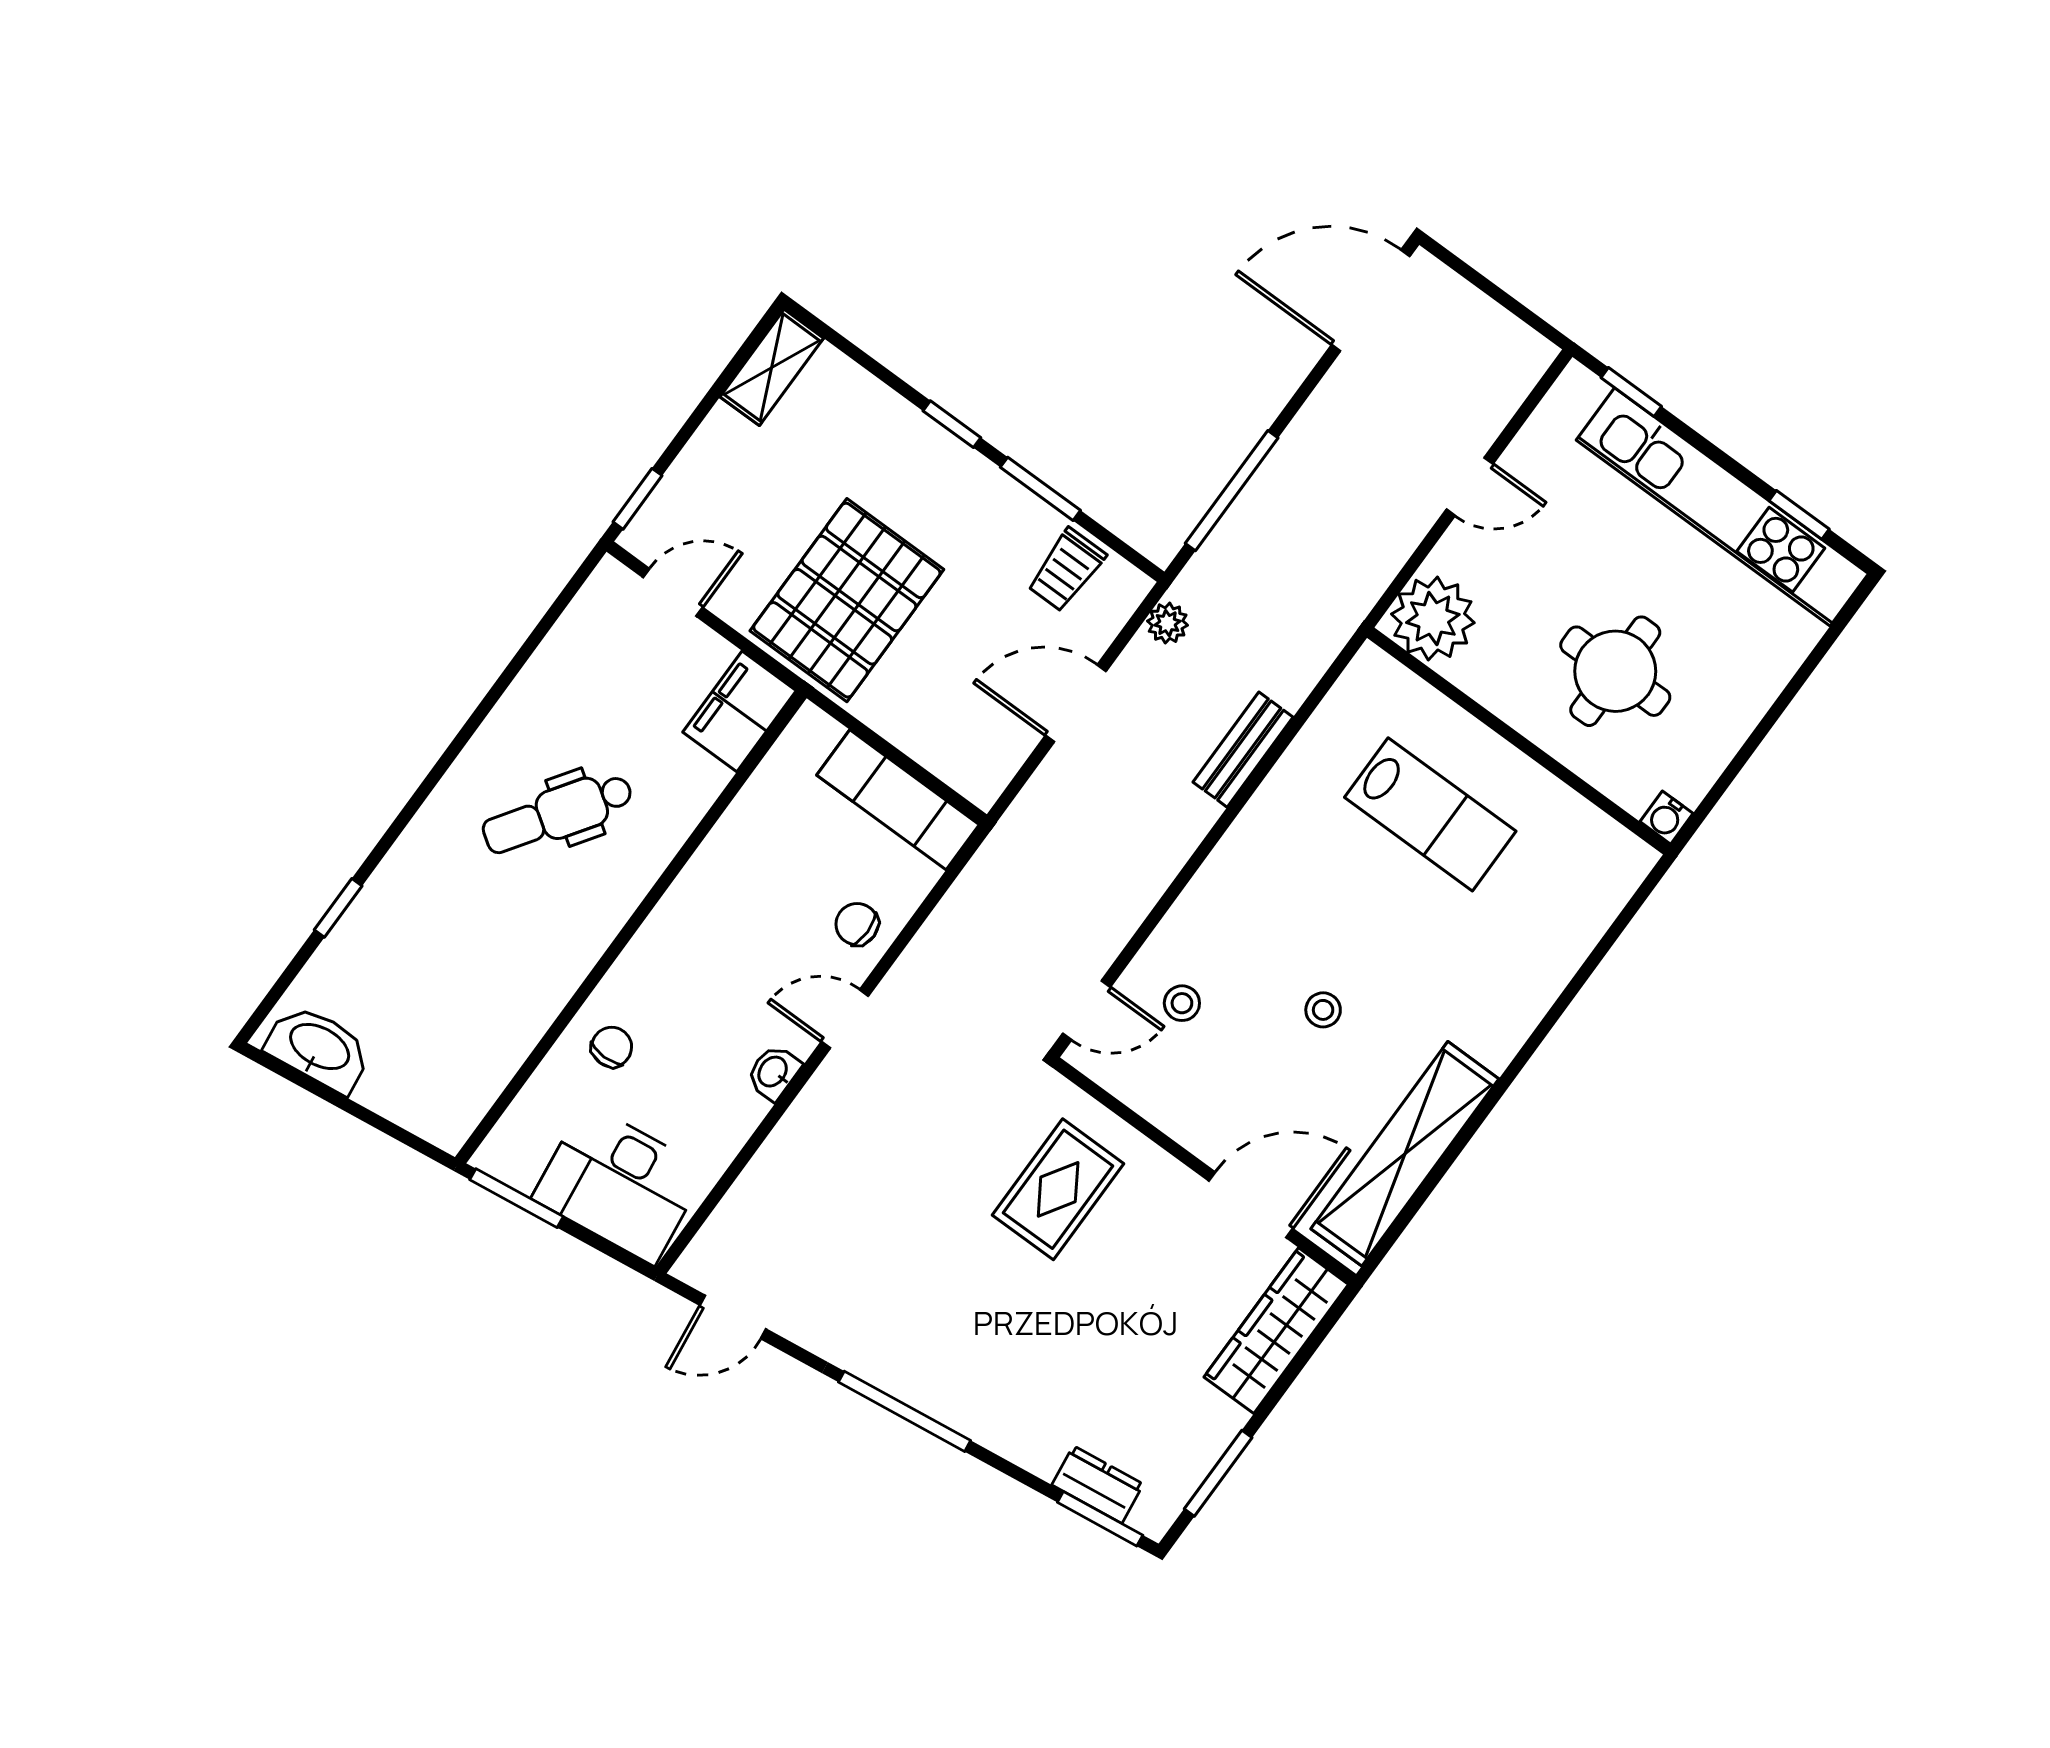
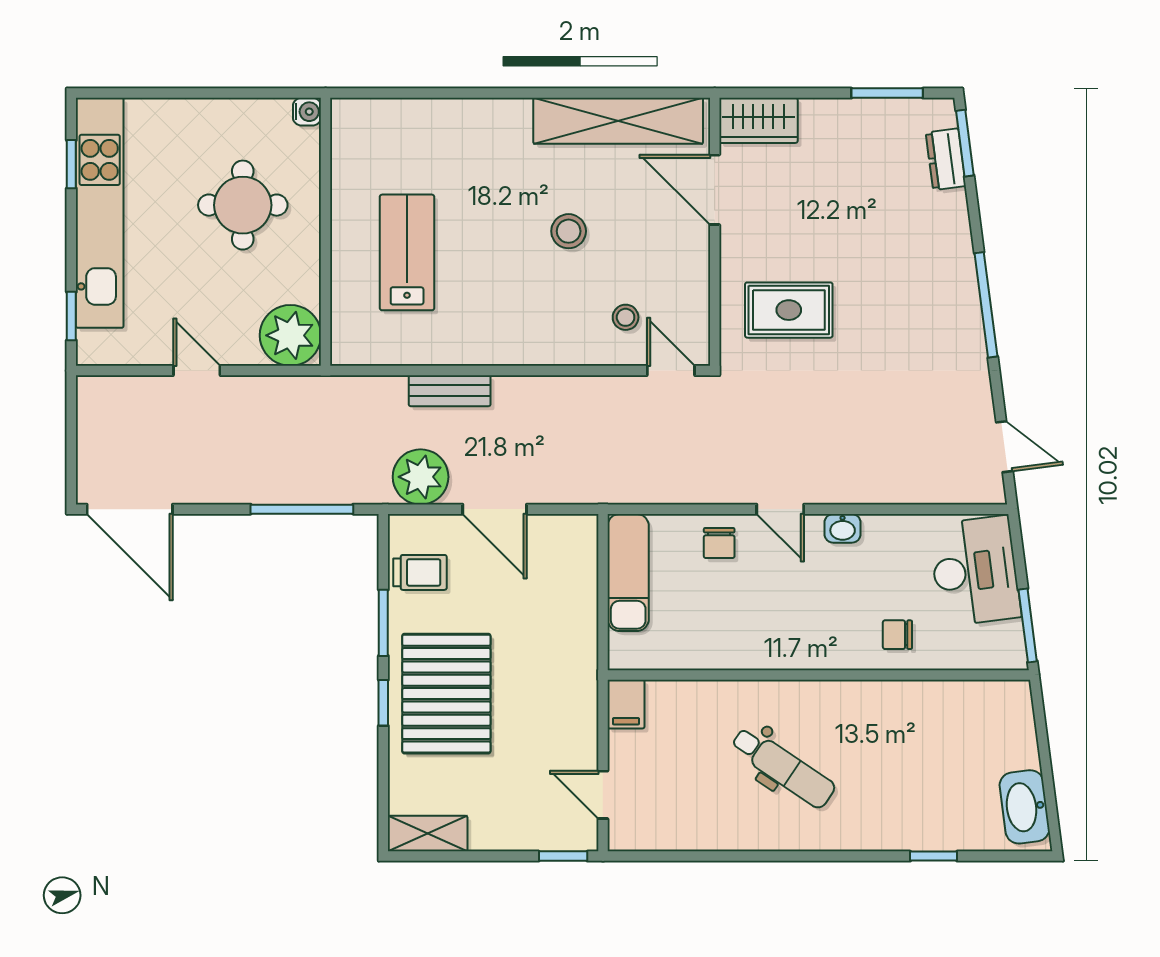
pallet: (847, 600) -> (446, 694), moved, turned 90
plant: (1168, 623) -> (421, 477), width x1.87, depth x1.87
filing cabinet: (740, 711) -> (626, 704), width x0.50
stool: (1323, 1010) -> (569, 231), width x1.37, depth x1.37
wardrobe: (1276, 1331) -> (758, 120), width x0.67

